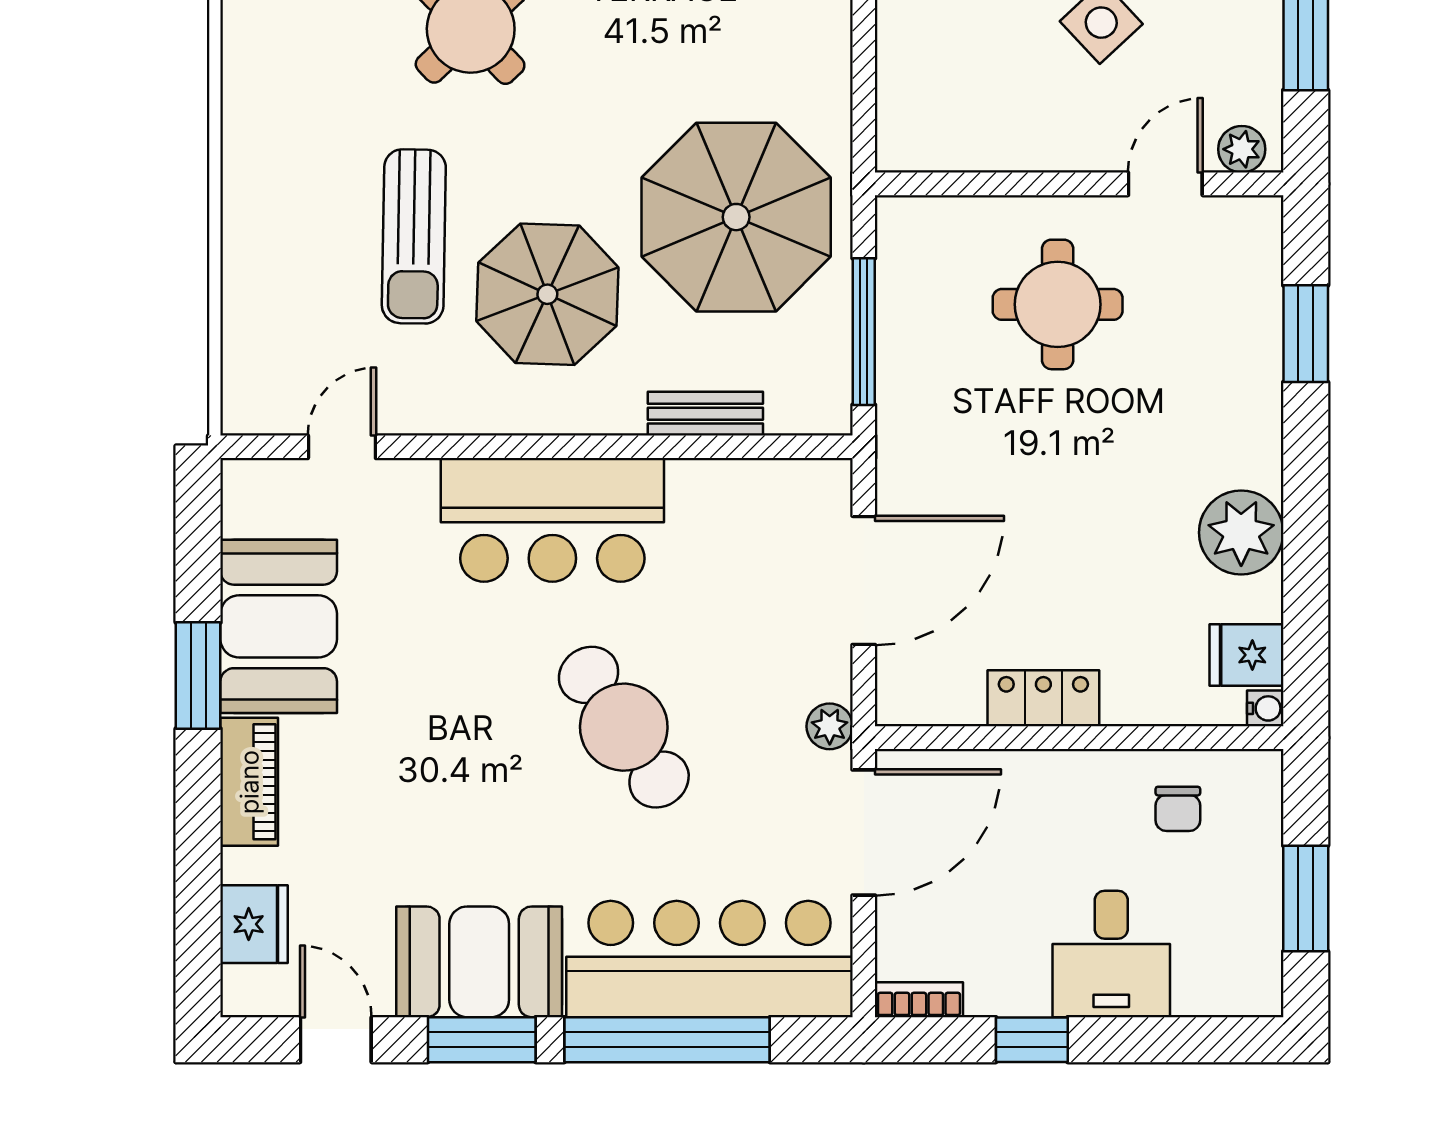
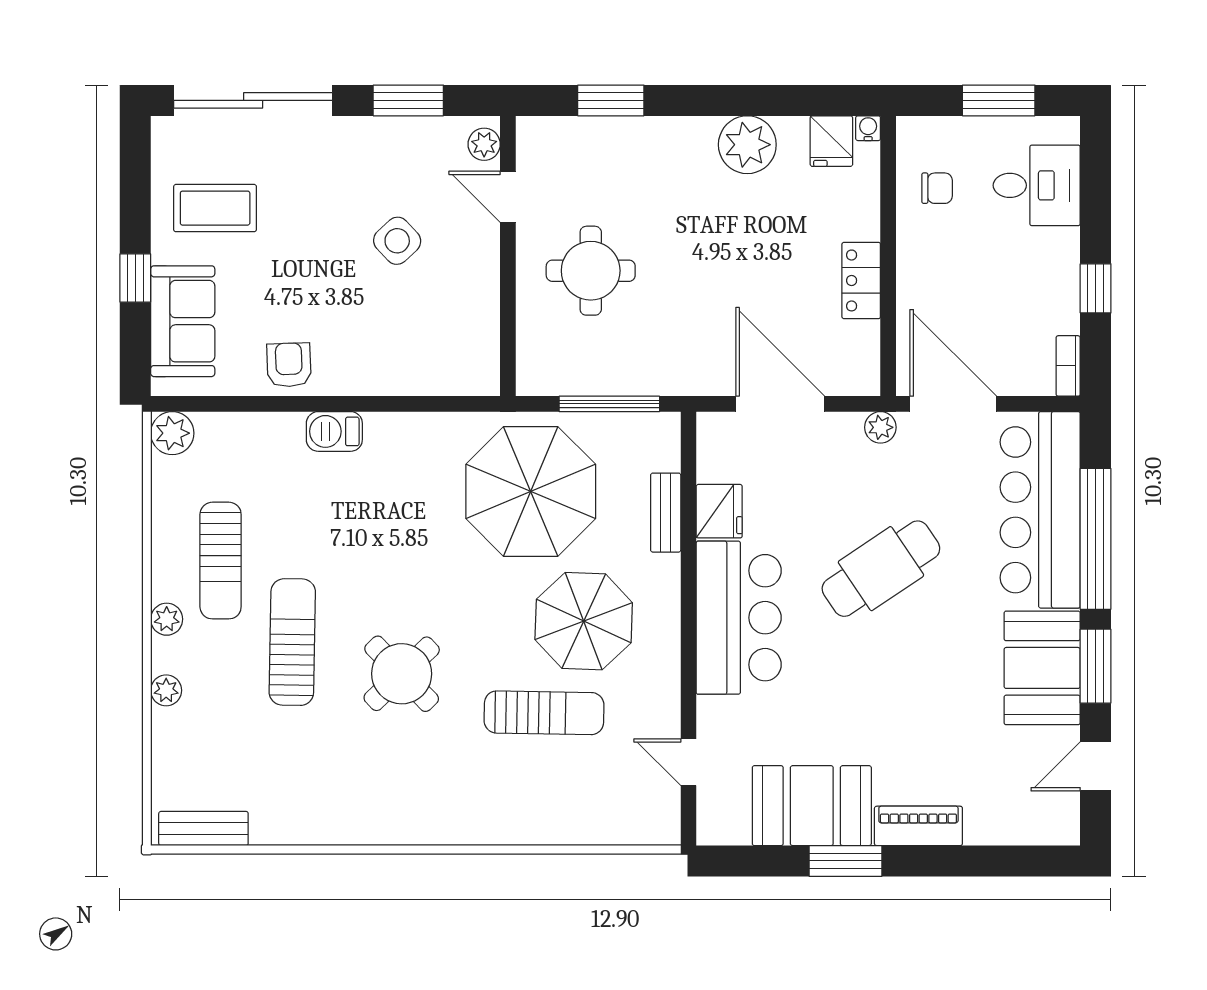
fridge: (254, 924) -> (719, 511), moved, turned 90
desk: (1111, 954) -> (1037, 185), moved

